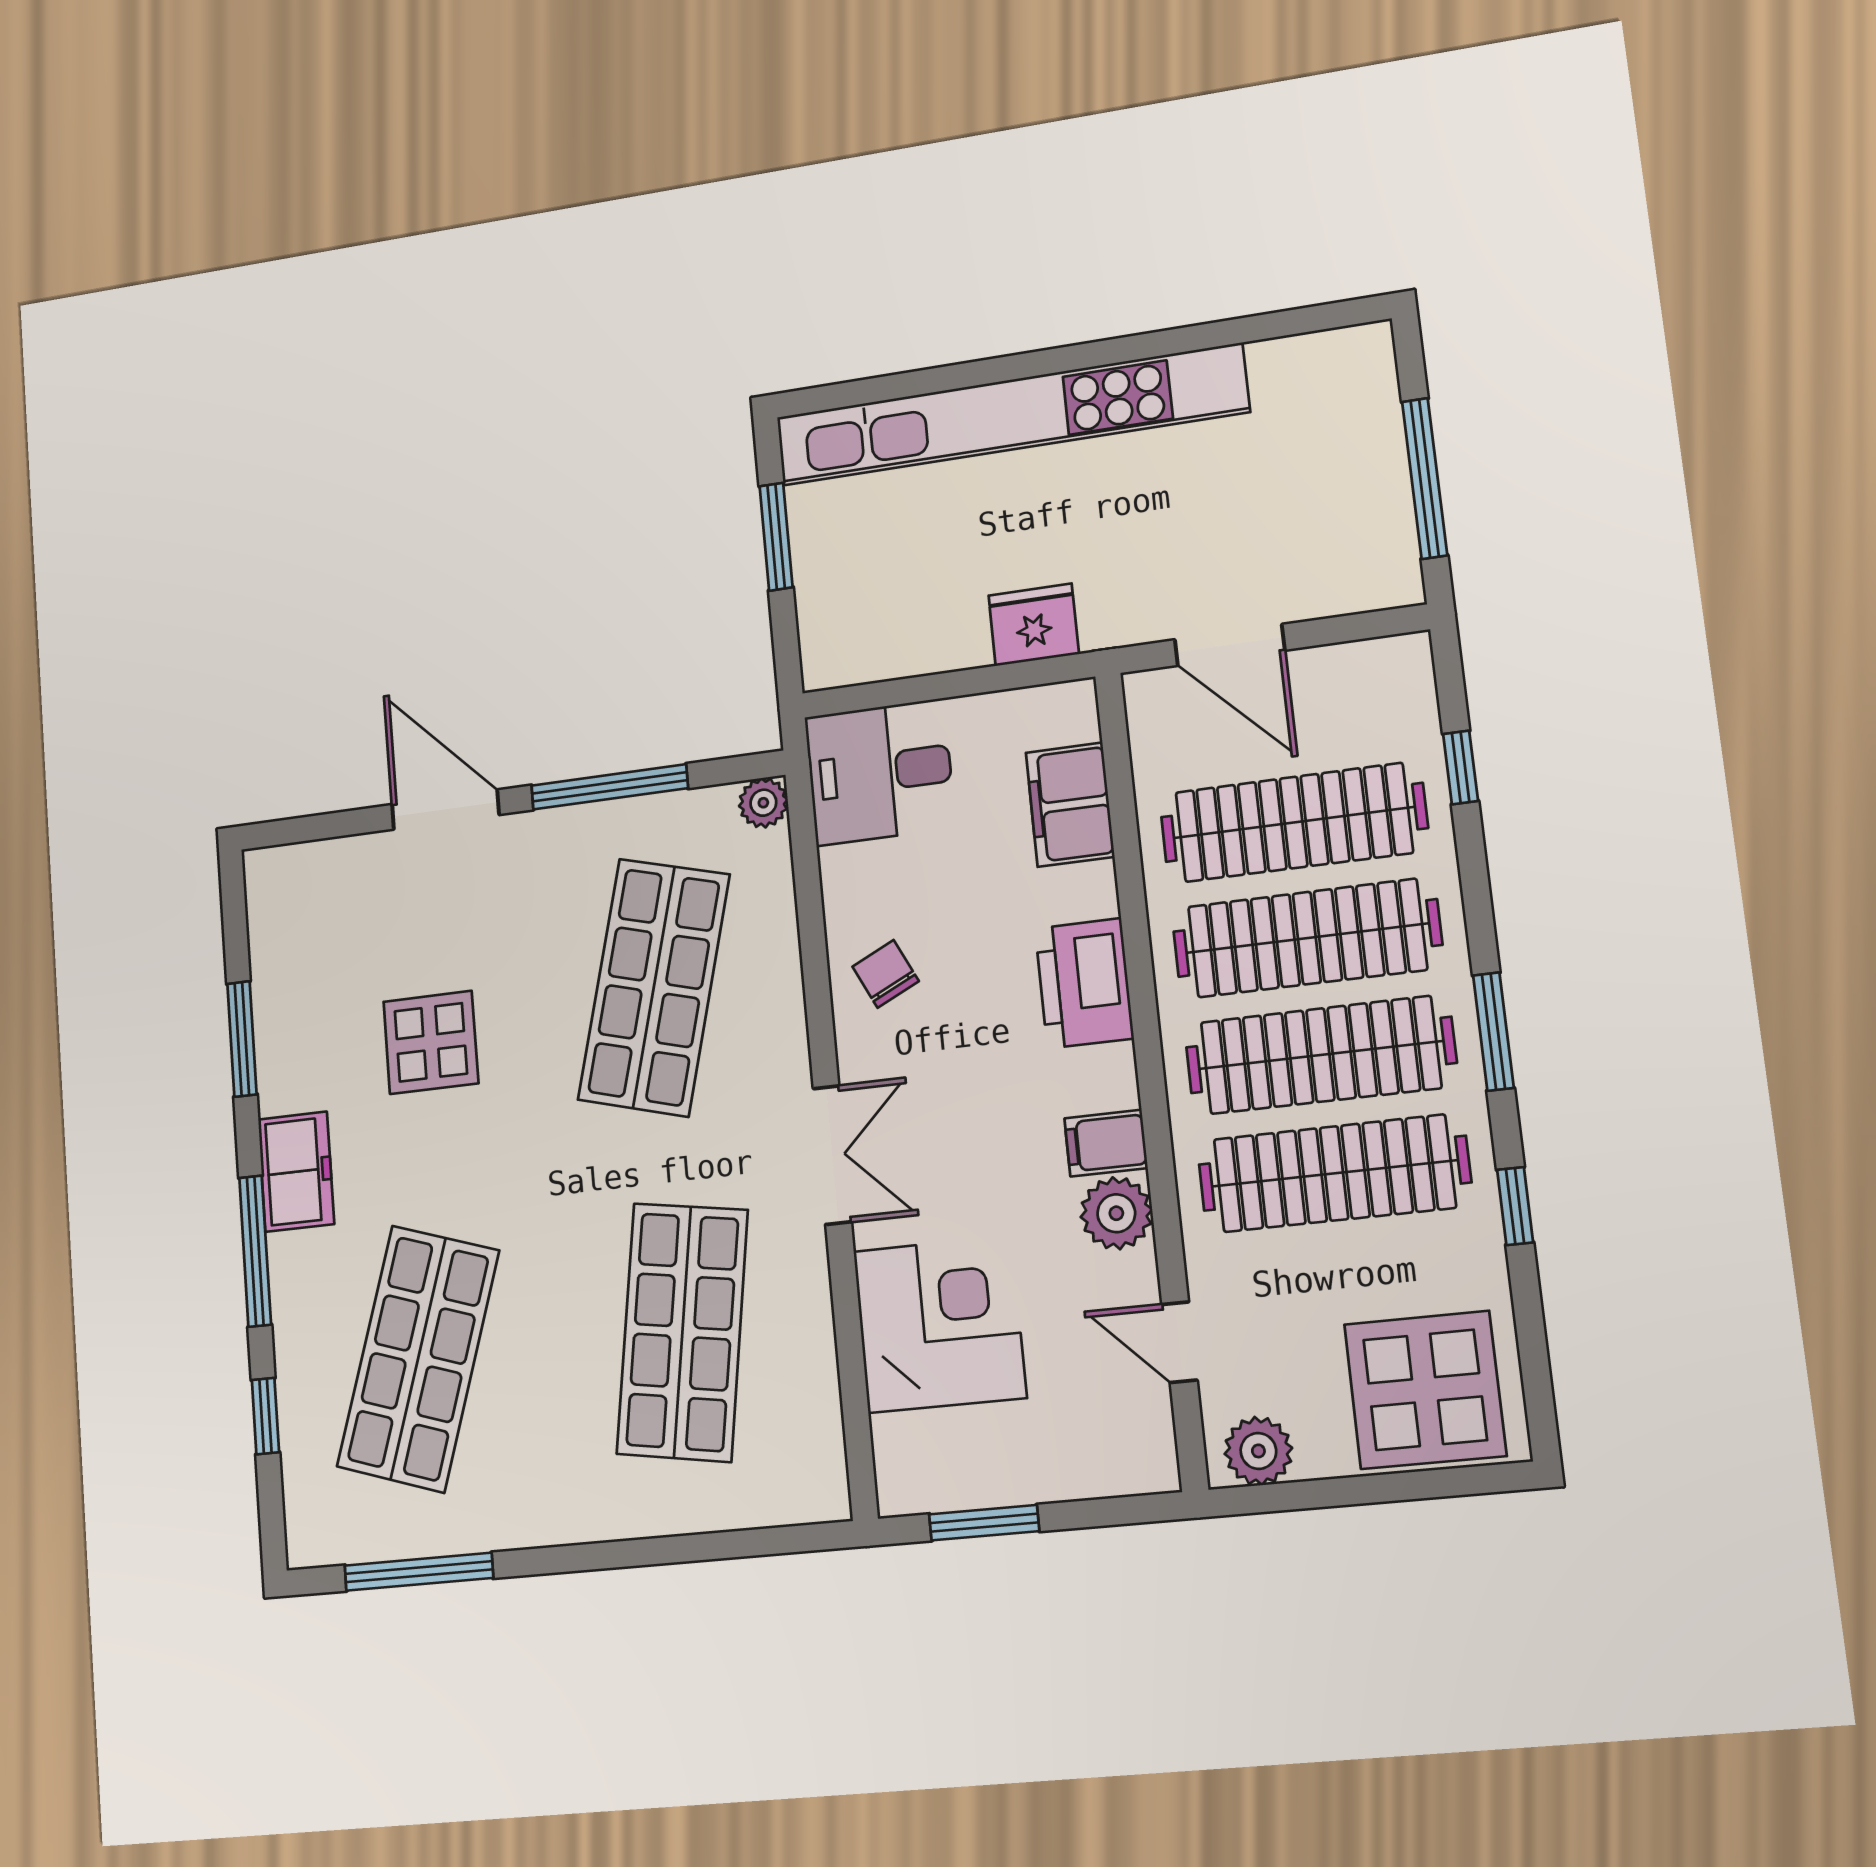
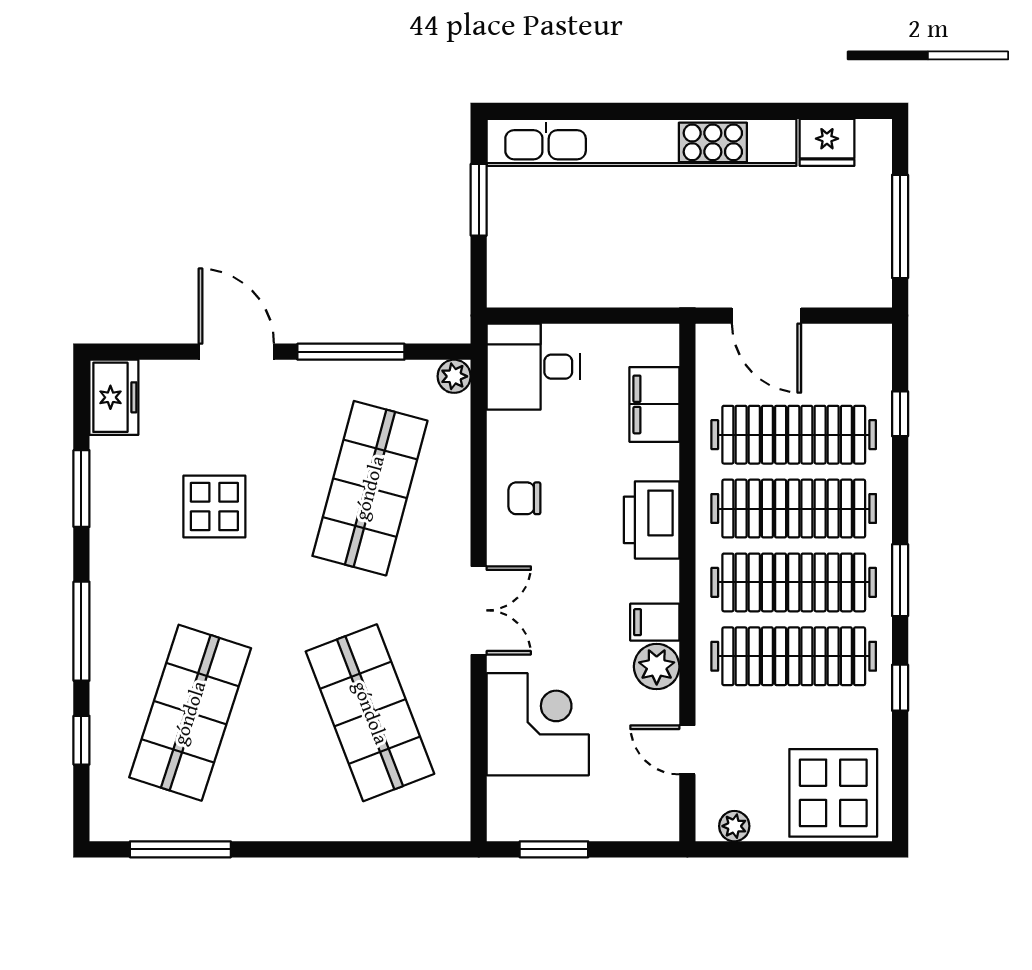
fridge: (1034, 625) -> (827, 142), moved, turned 180
chair: (886, 974) -> (524, 498), turned -64
freezer: (296, 1172) -> (114, 397), moved
shop shelf: (682, 1332) -> (370, 713), turned -30
plant: (1258, 1451) -> (734, 826), width x0.73, depth x0.73

